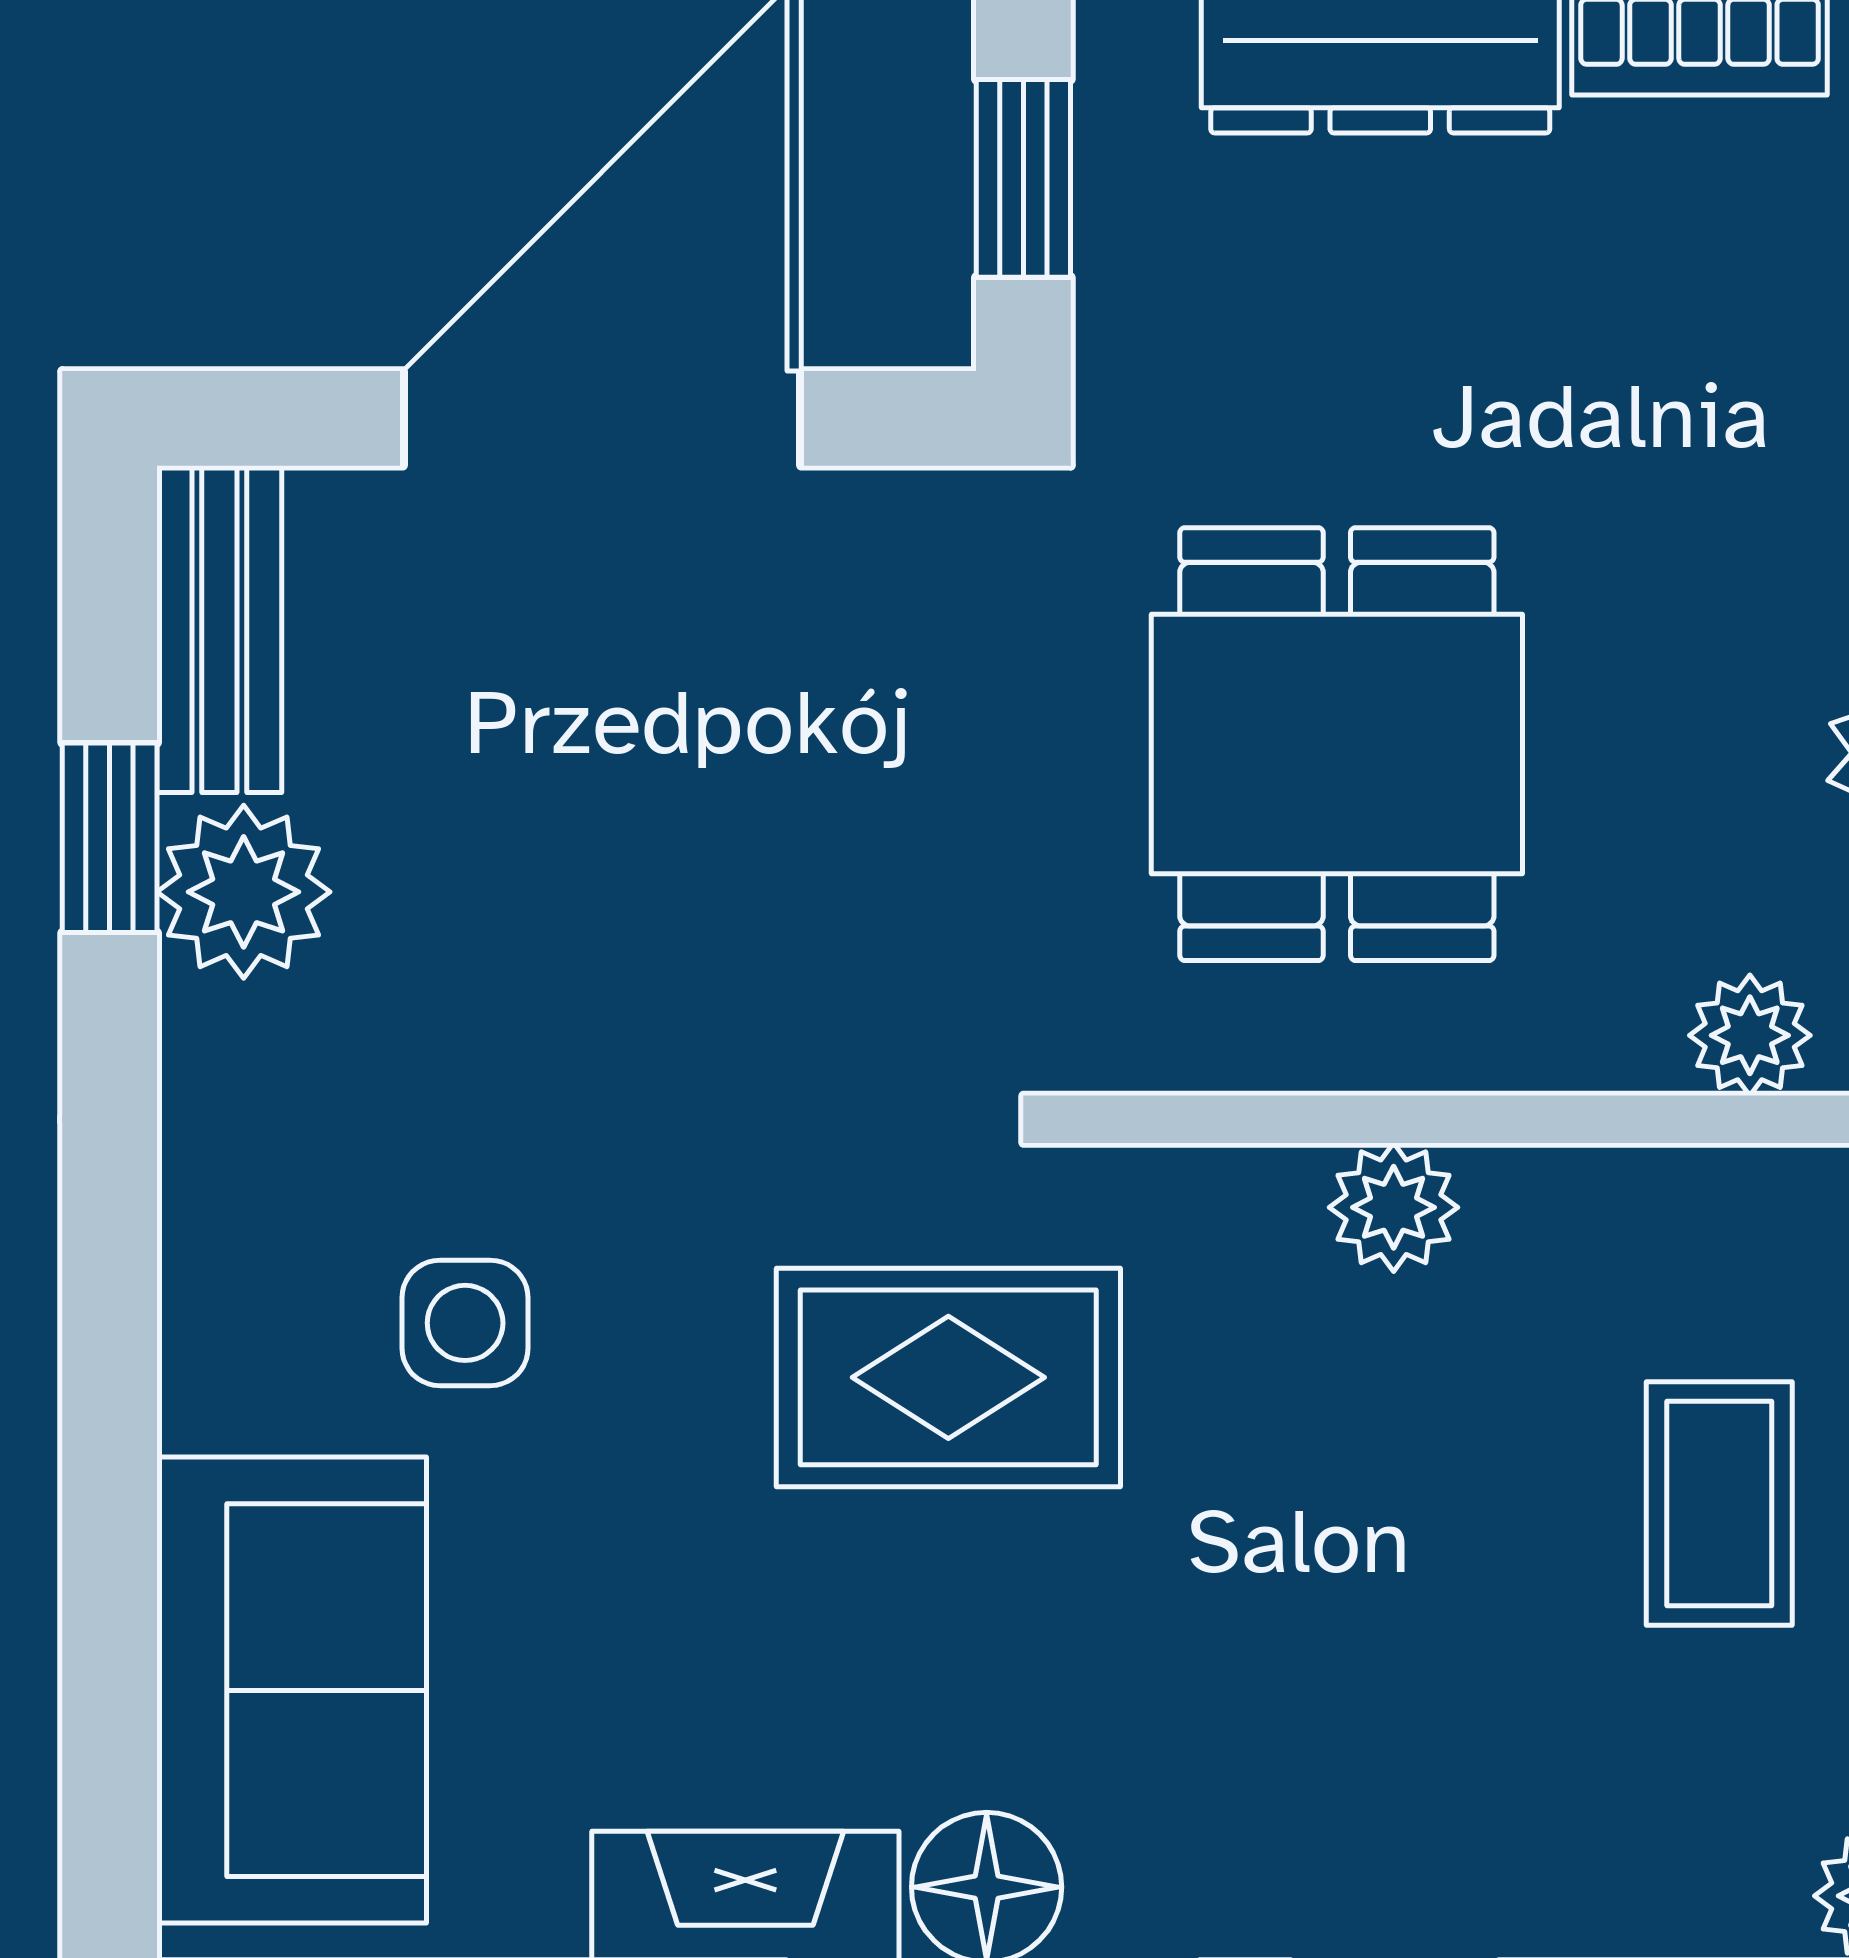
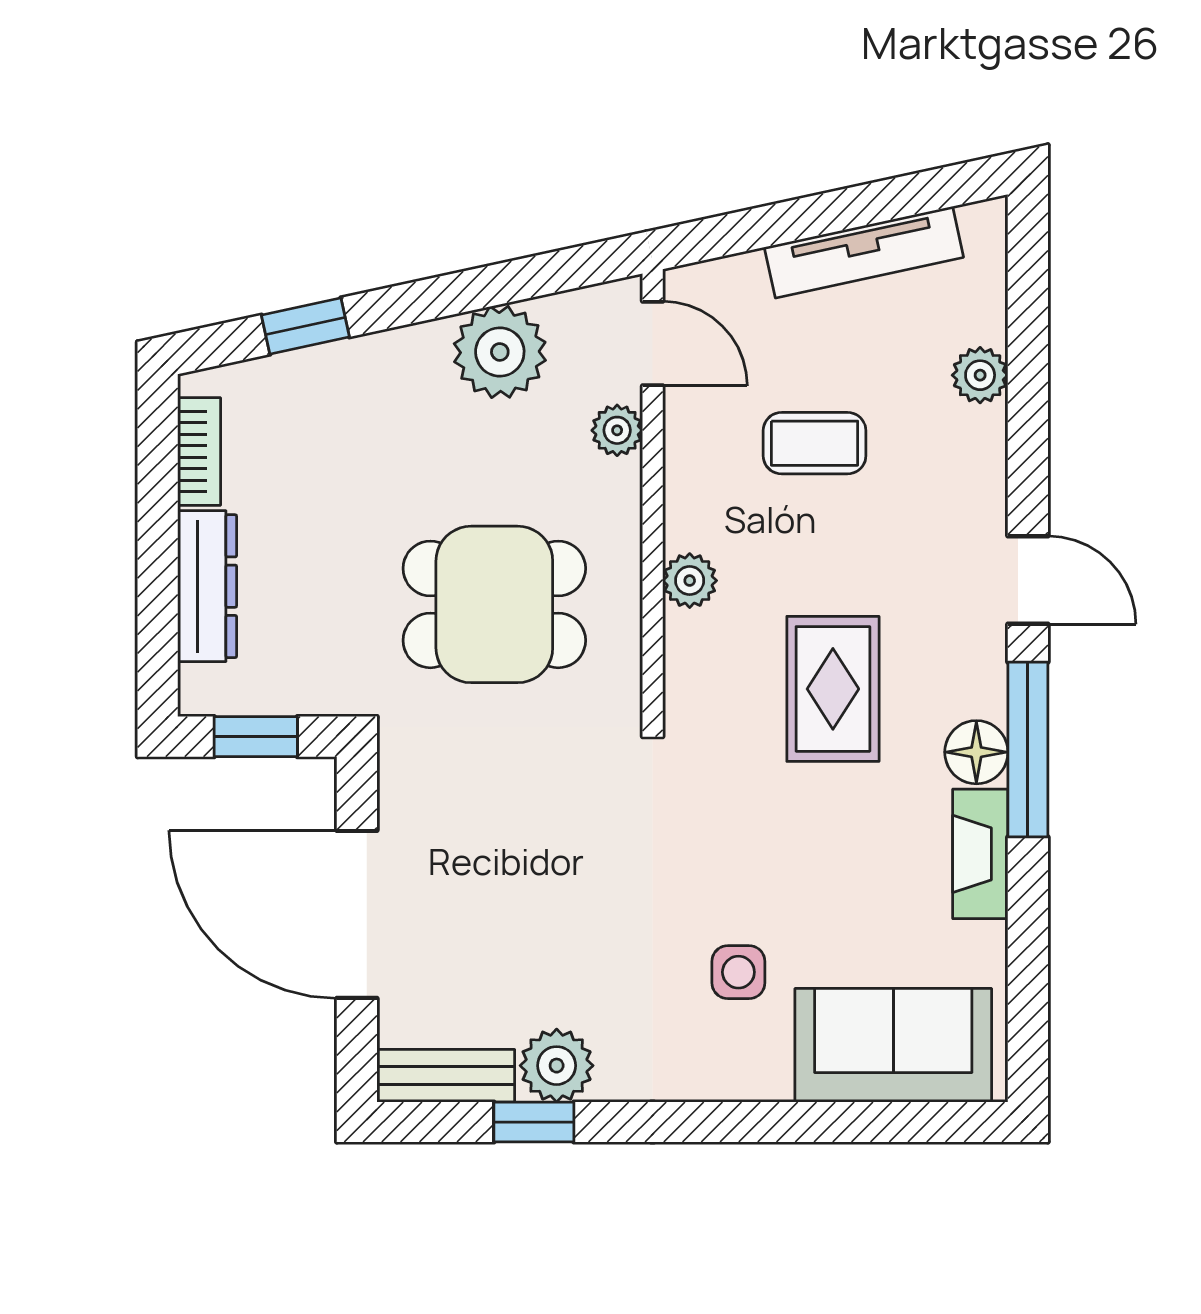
rug: (948, 1377) -> (833, 689), moved

